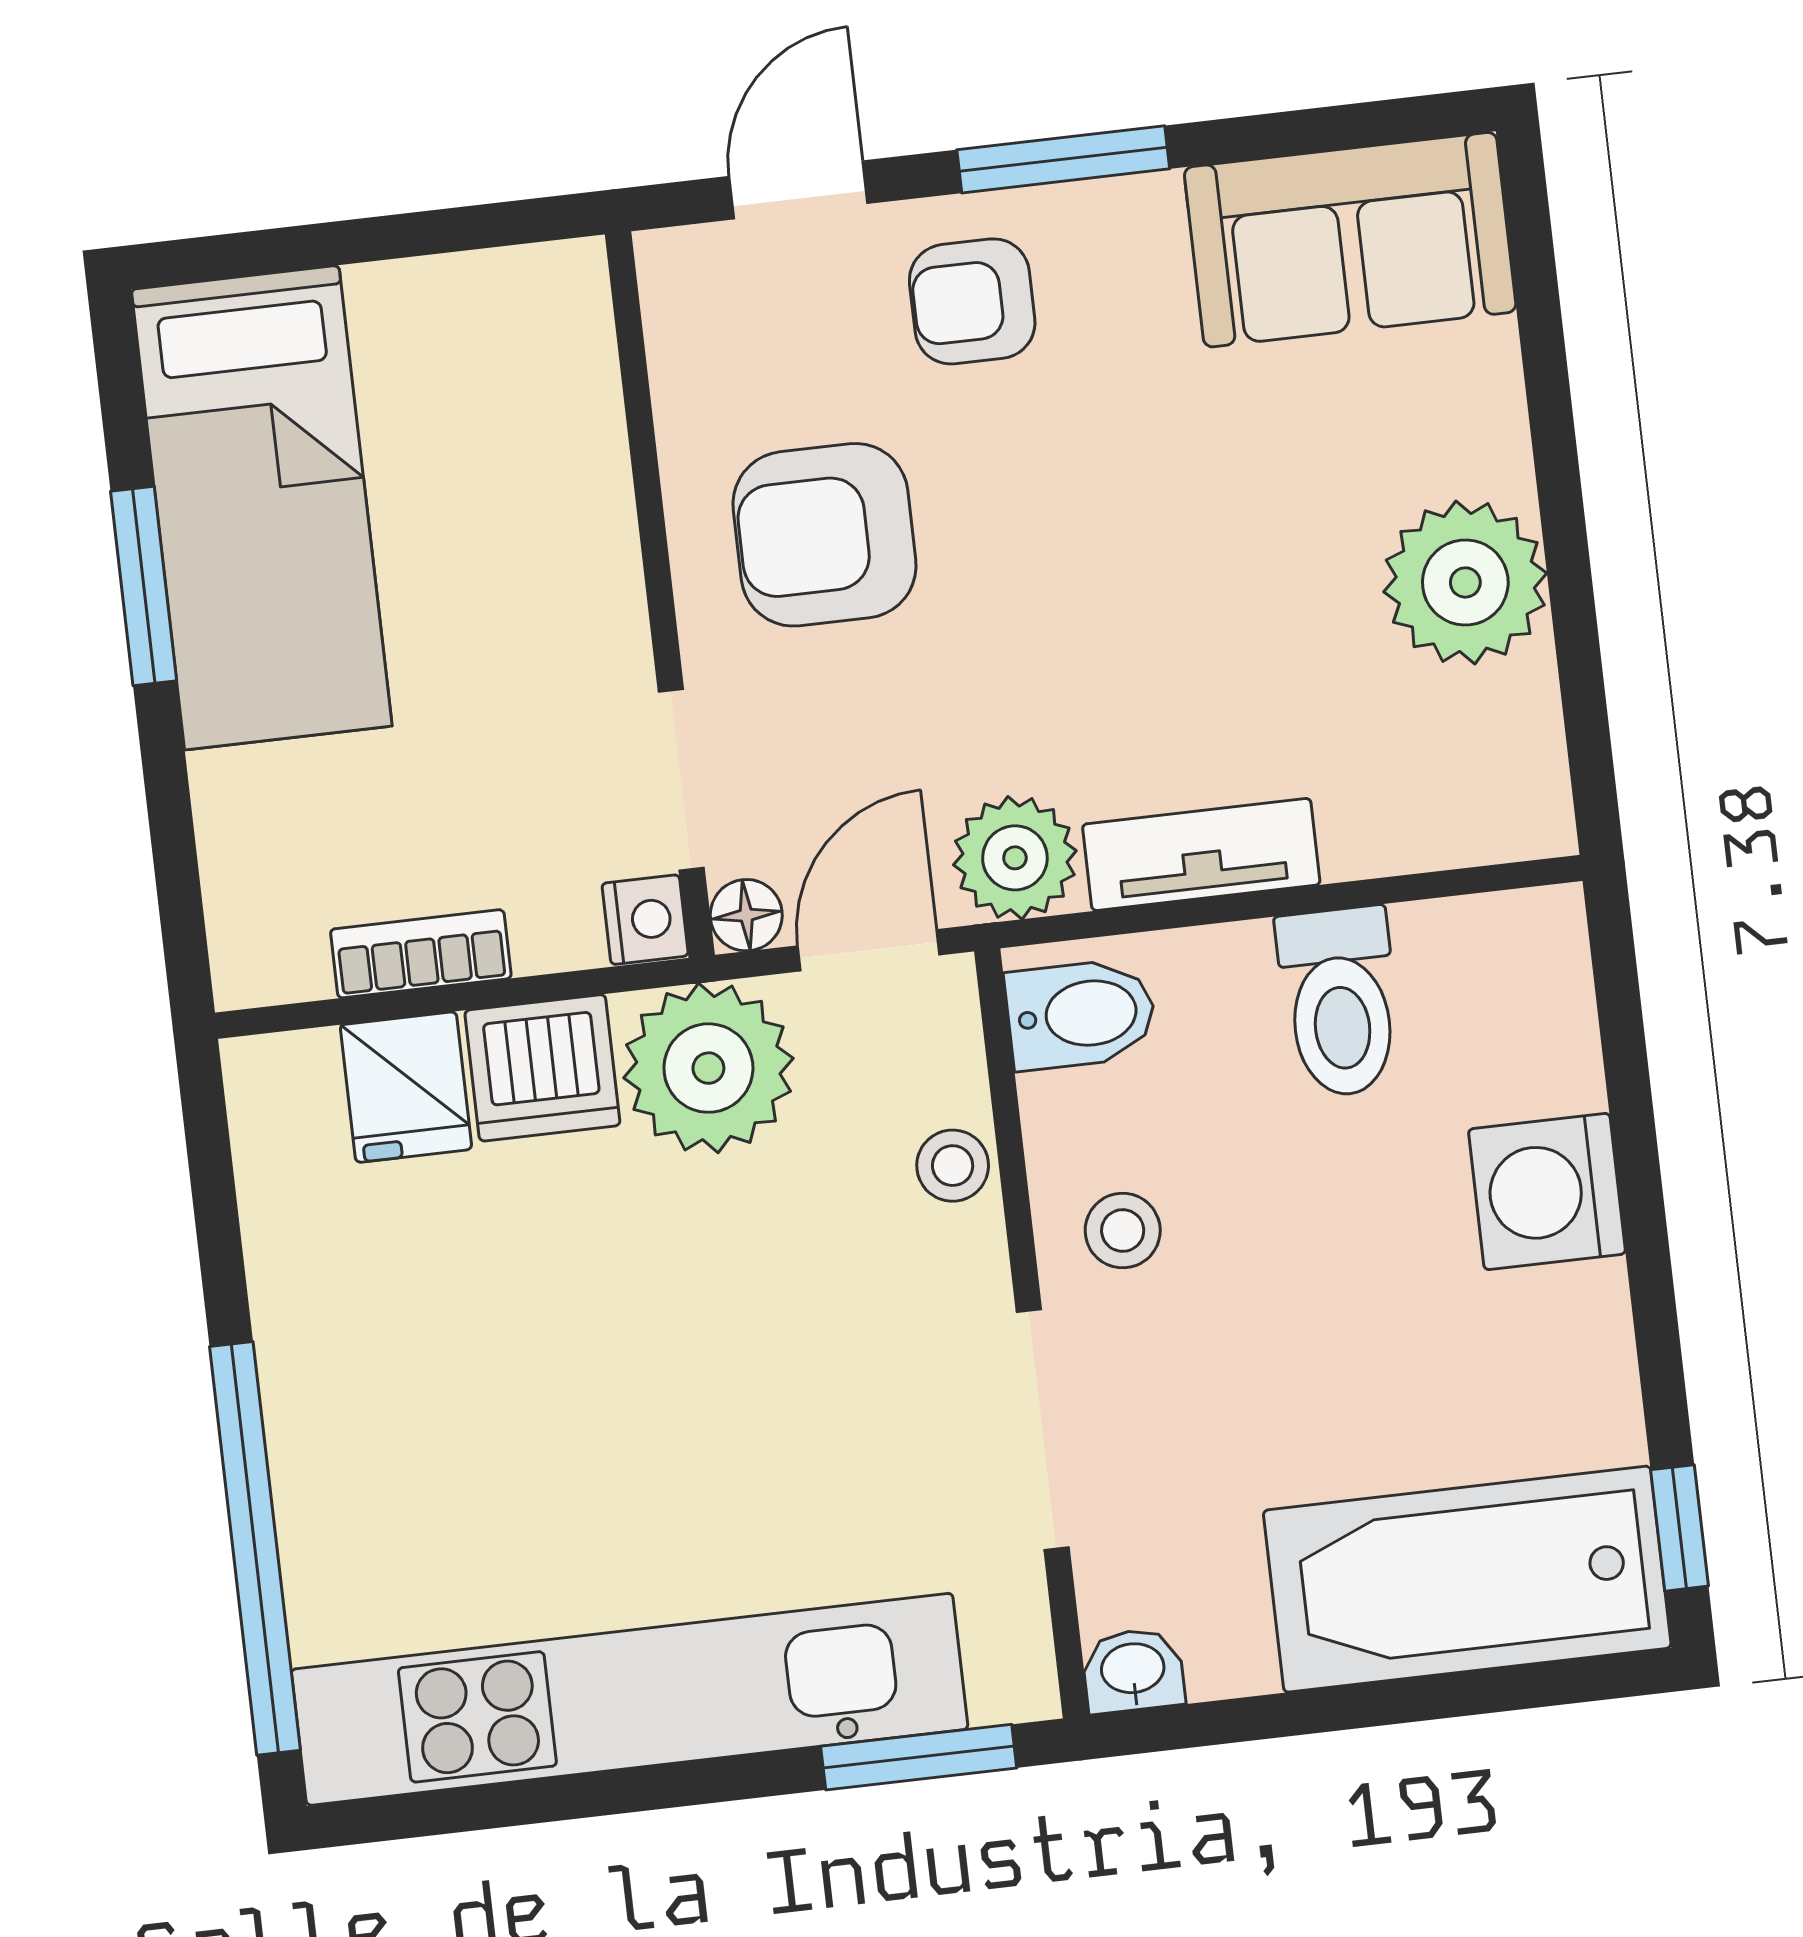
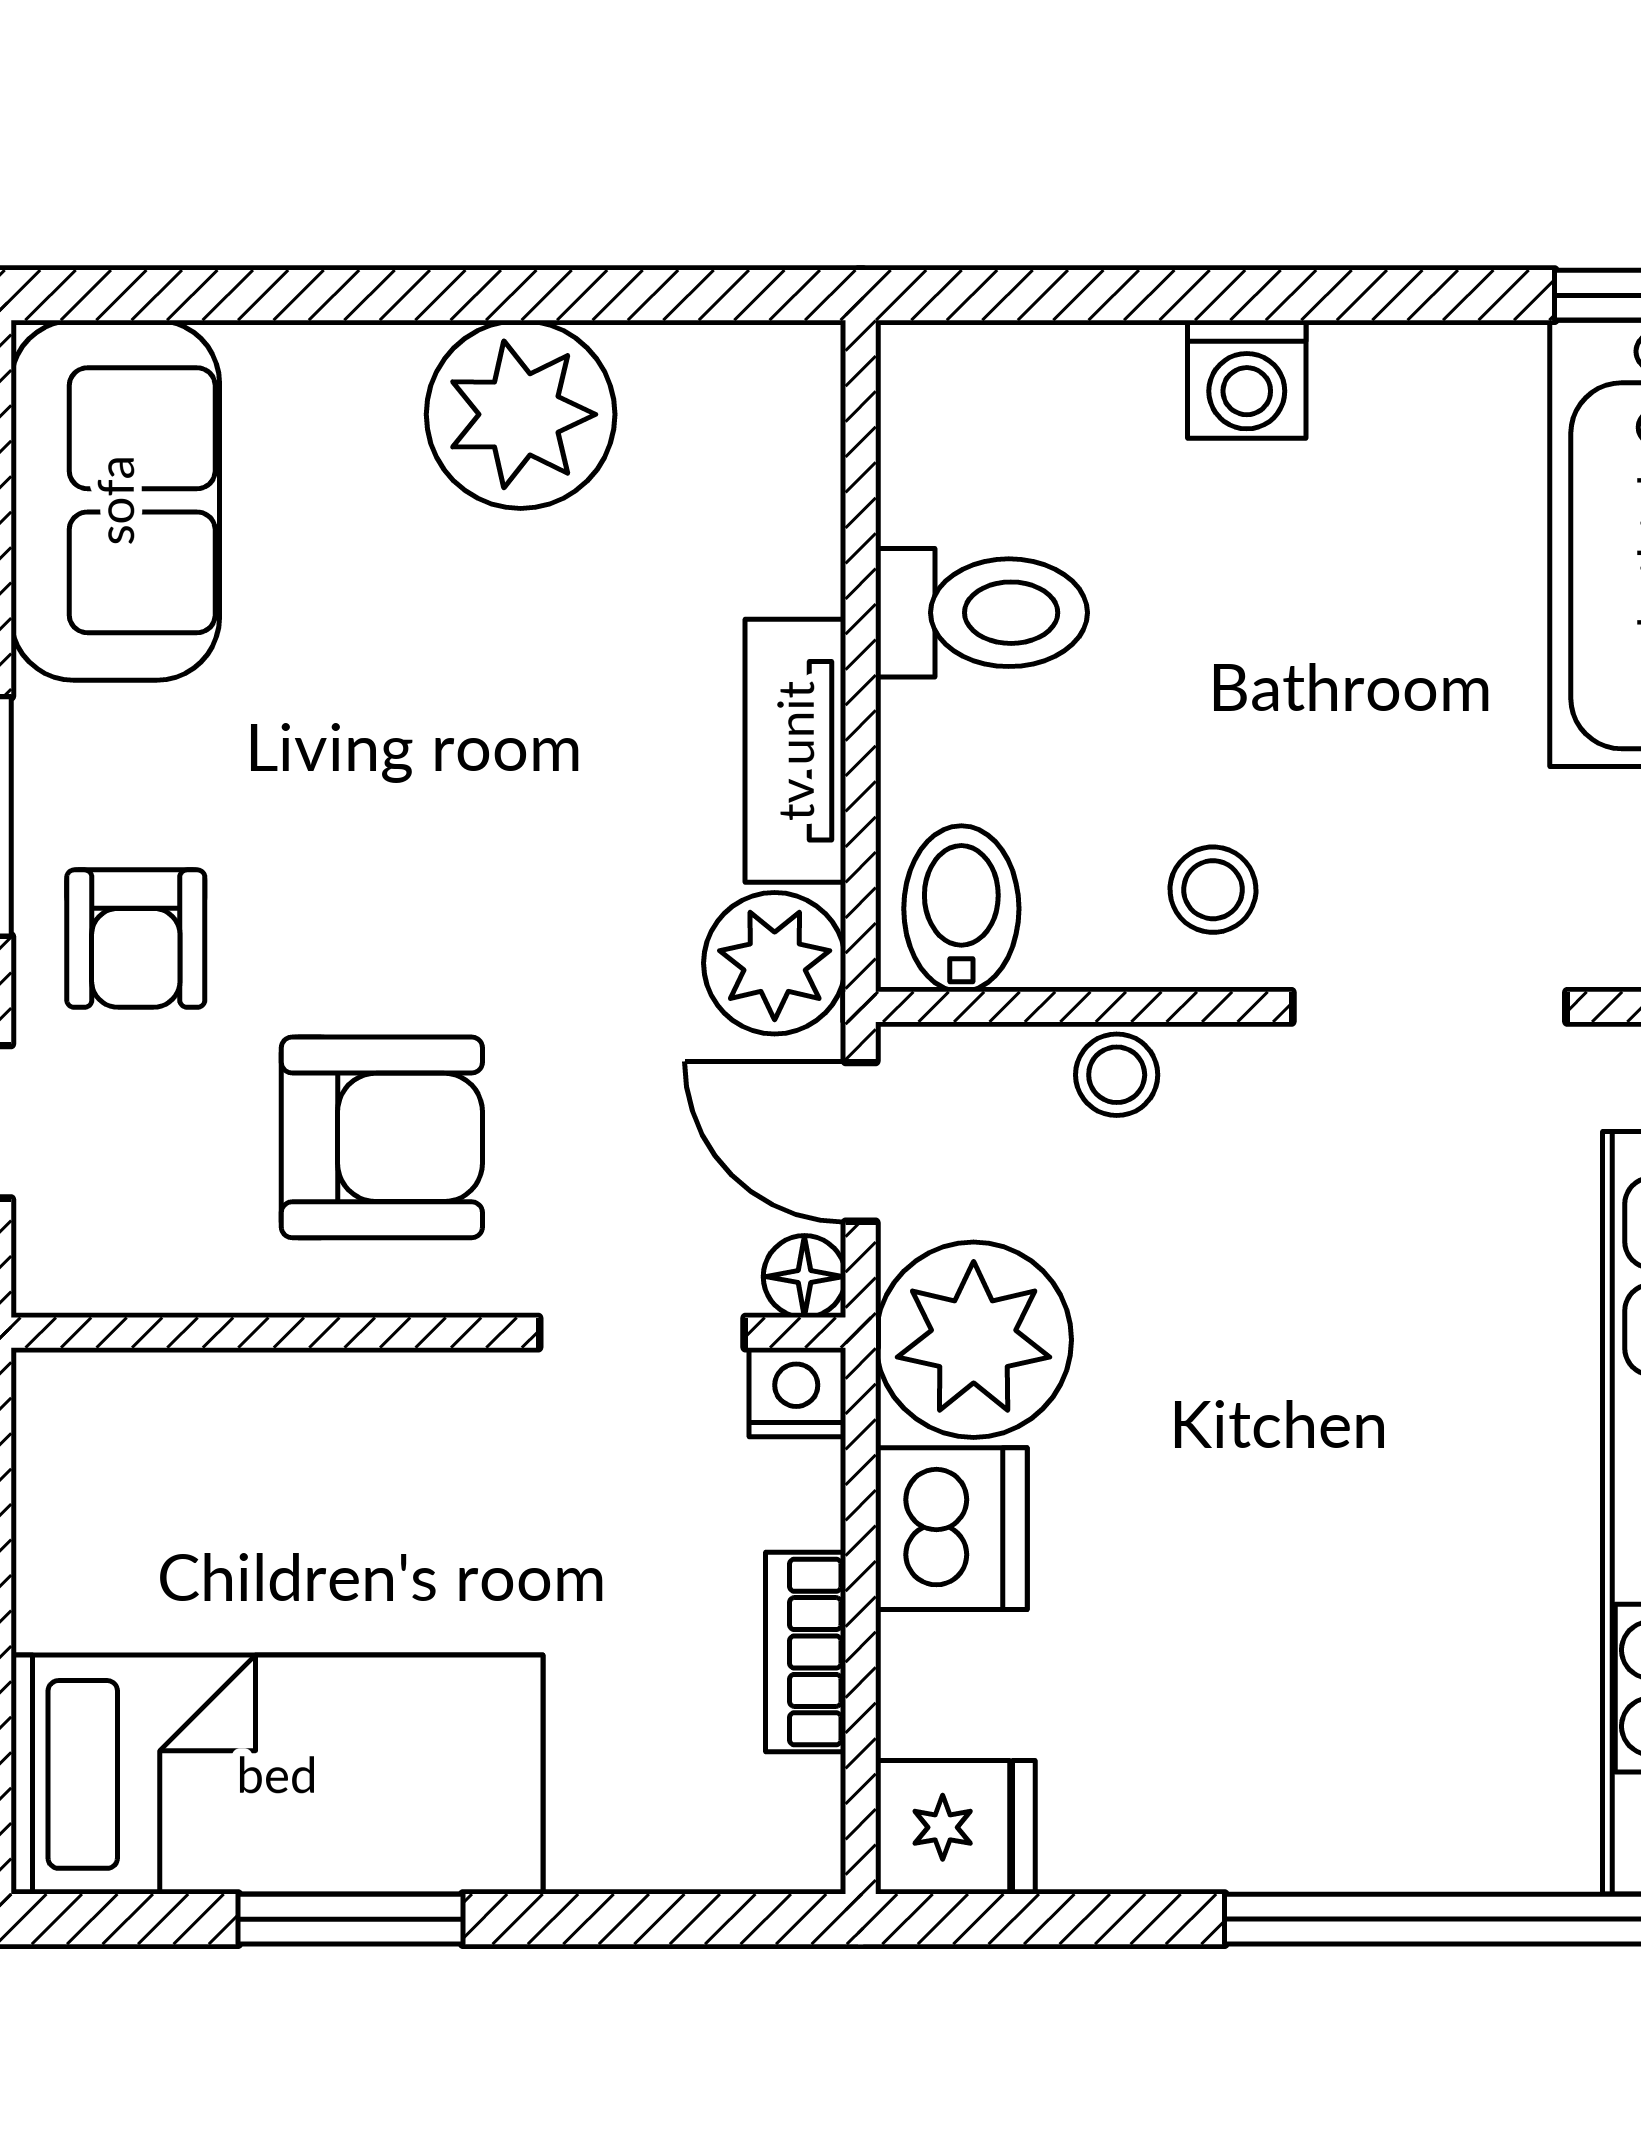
armchair: (825, 535) -> (382, 1137), turned -90
fridge: (406, 1087) -> (955, 1827), moved
washing machine: (1547, 1191) -> (1247, 379), width x0.73, depth x0.73

